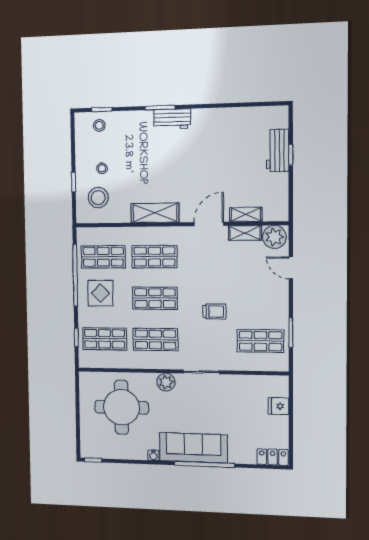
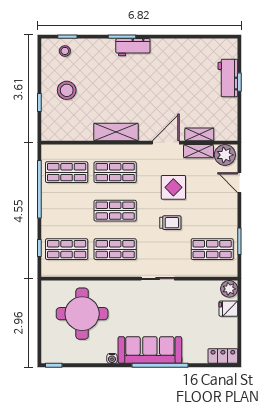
stool: (102, 168) -> (67, 90), width x1.89, depth x1.89
stool: (98, 198) -> (63, 117), removed
display table: (100, 293) -> (173, 187), moved
plant: (166, 382) -> (229, 289), moved

